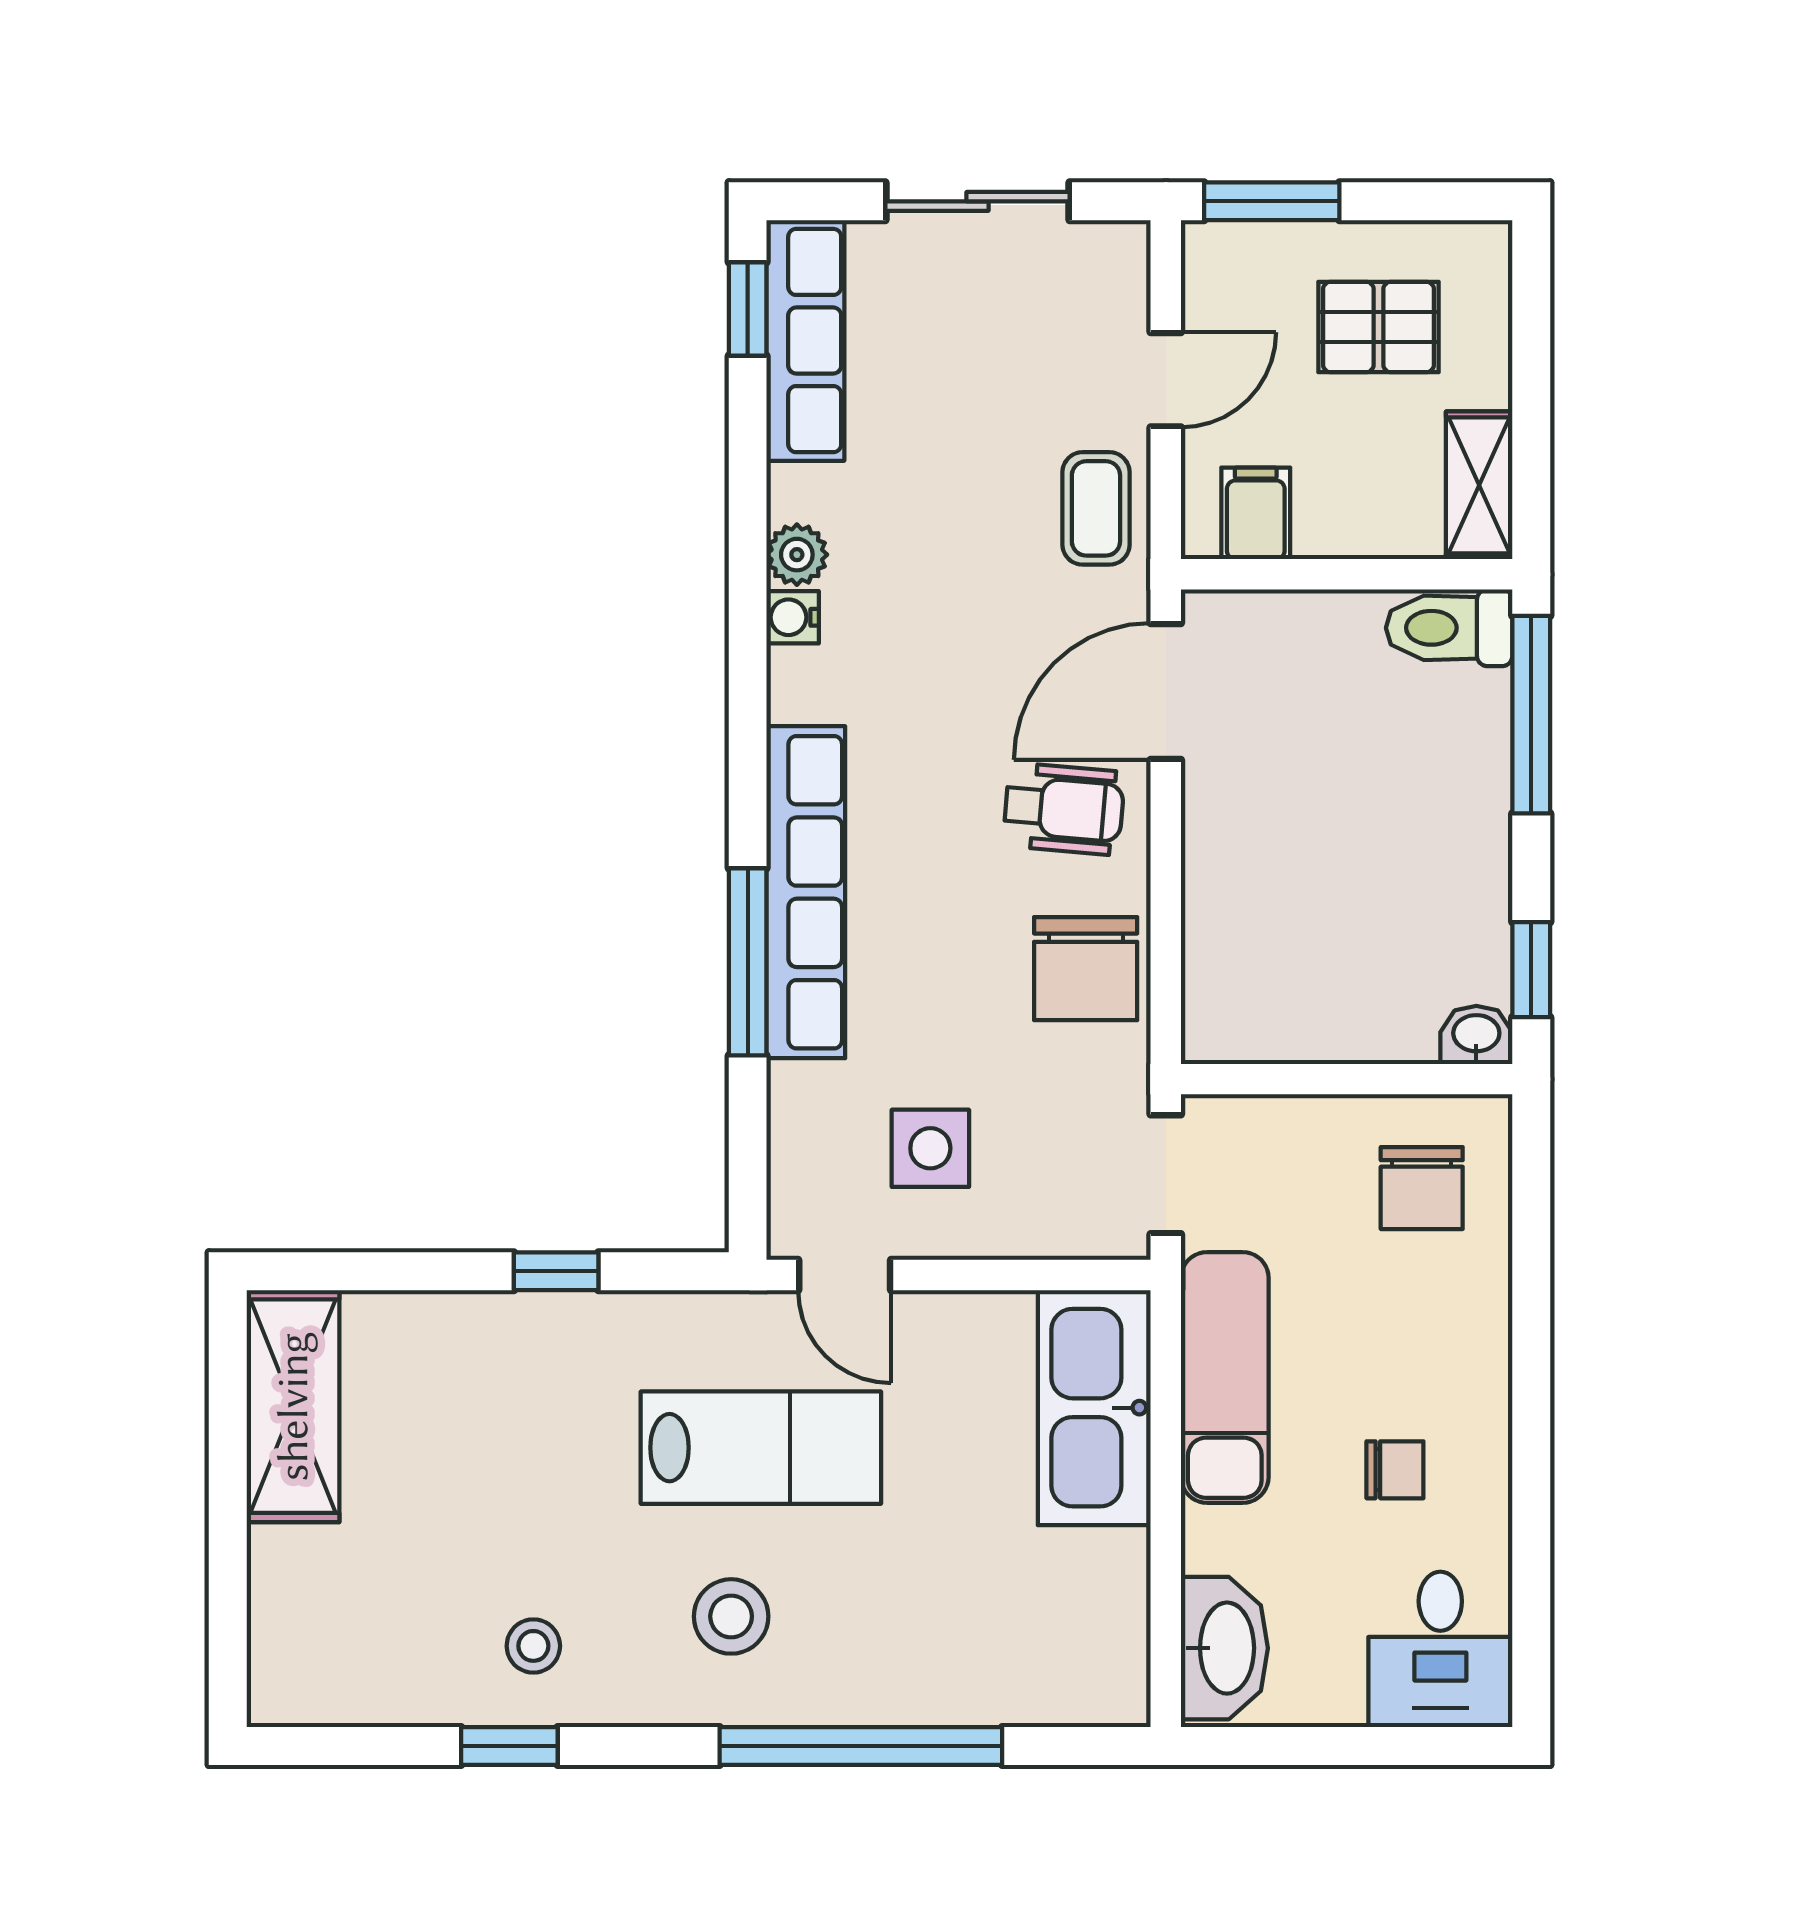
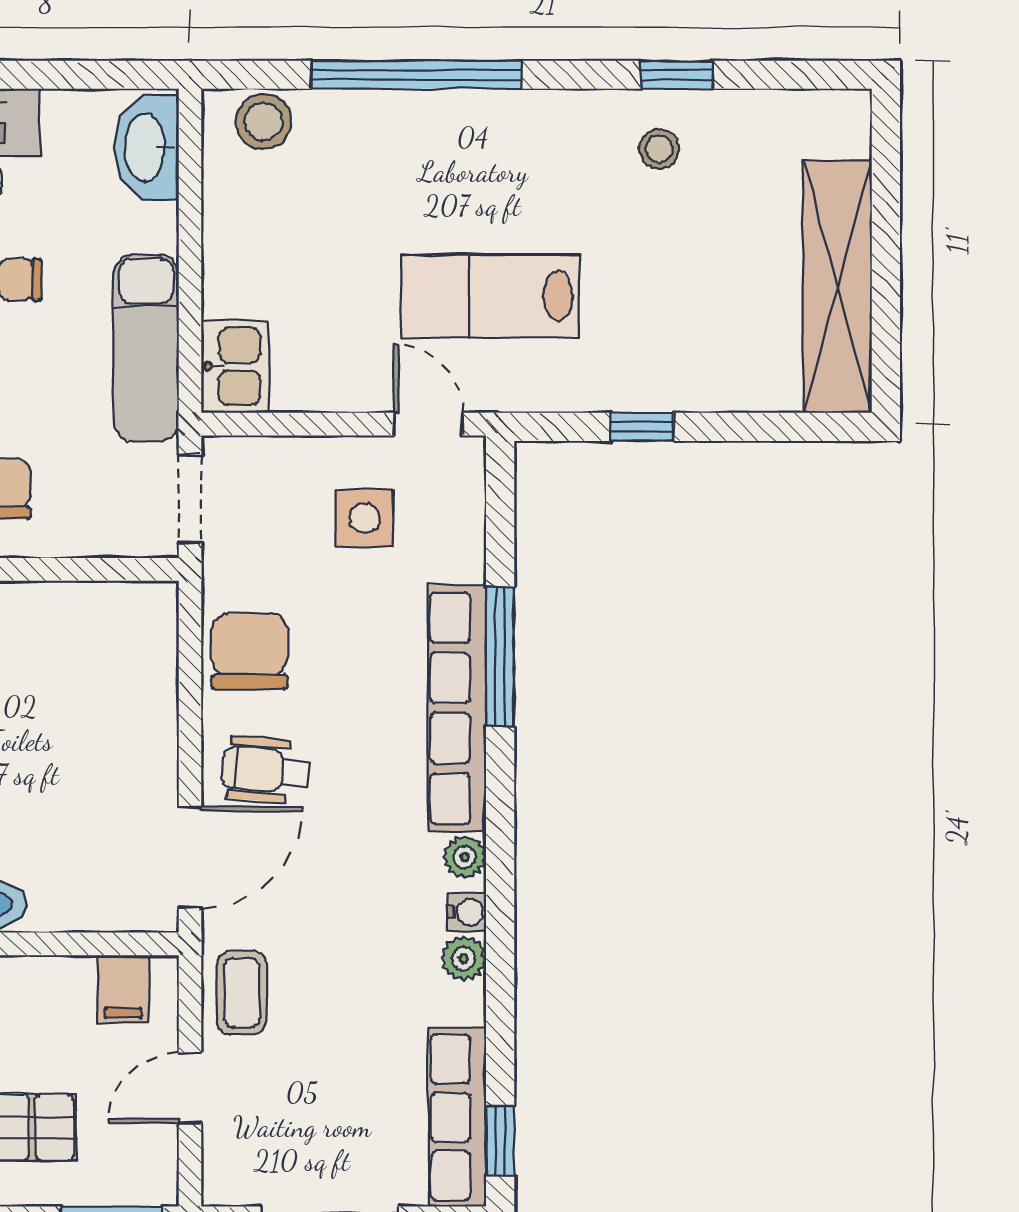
plant: (795, 691) -> (465, 857), added
shelving: (293, 1406) -> (837, 287), width x1.47
kitchen sink: (1094, 1408) -> (235, 366), width x0.53, depth x0.81
stool: (731, 1616) -> (263, 122), moved

